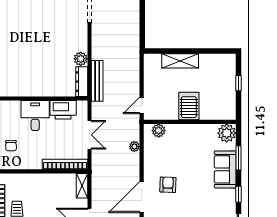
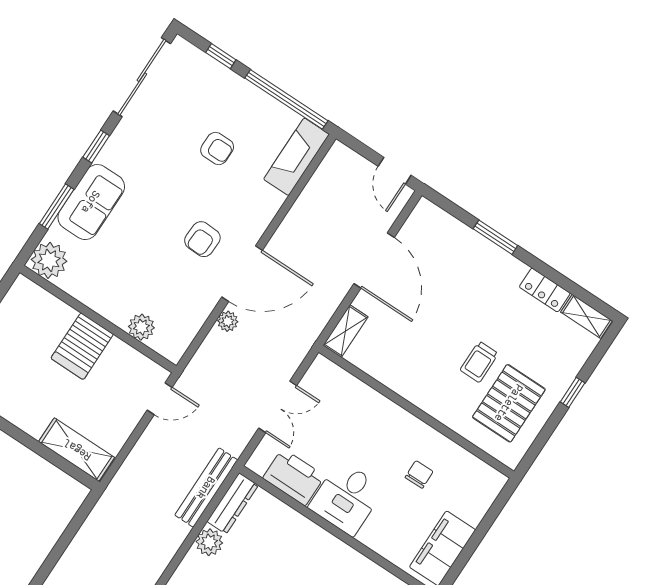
shelving: (180, 61) -> (77, 450), moved
plant: (159, 131) -> (141, 327), moved
double door: (89, 135) -> (278, 407), swing flipped
plant: (134, 147) -> (228, 321), moved
bookcase: (65, 164) -> (350, 385), removed
door: (142, 197) -> (242, 274), moved

